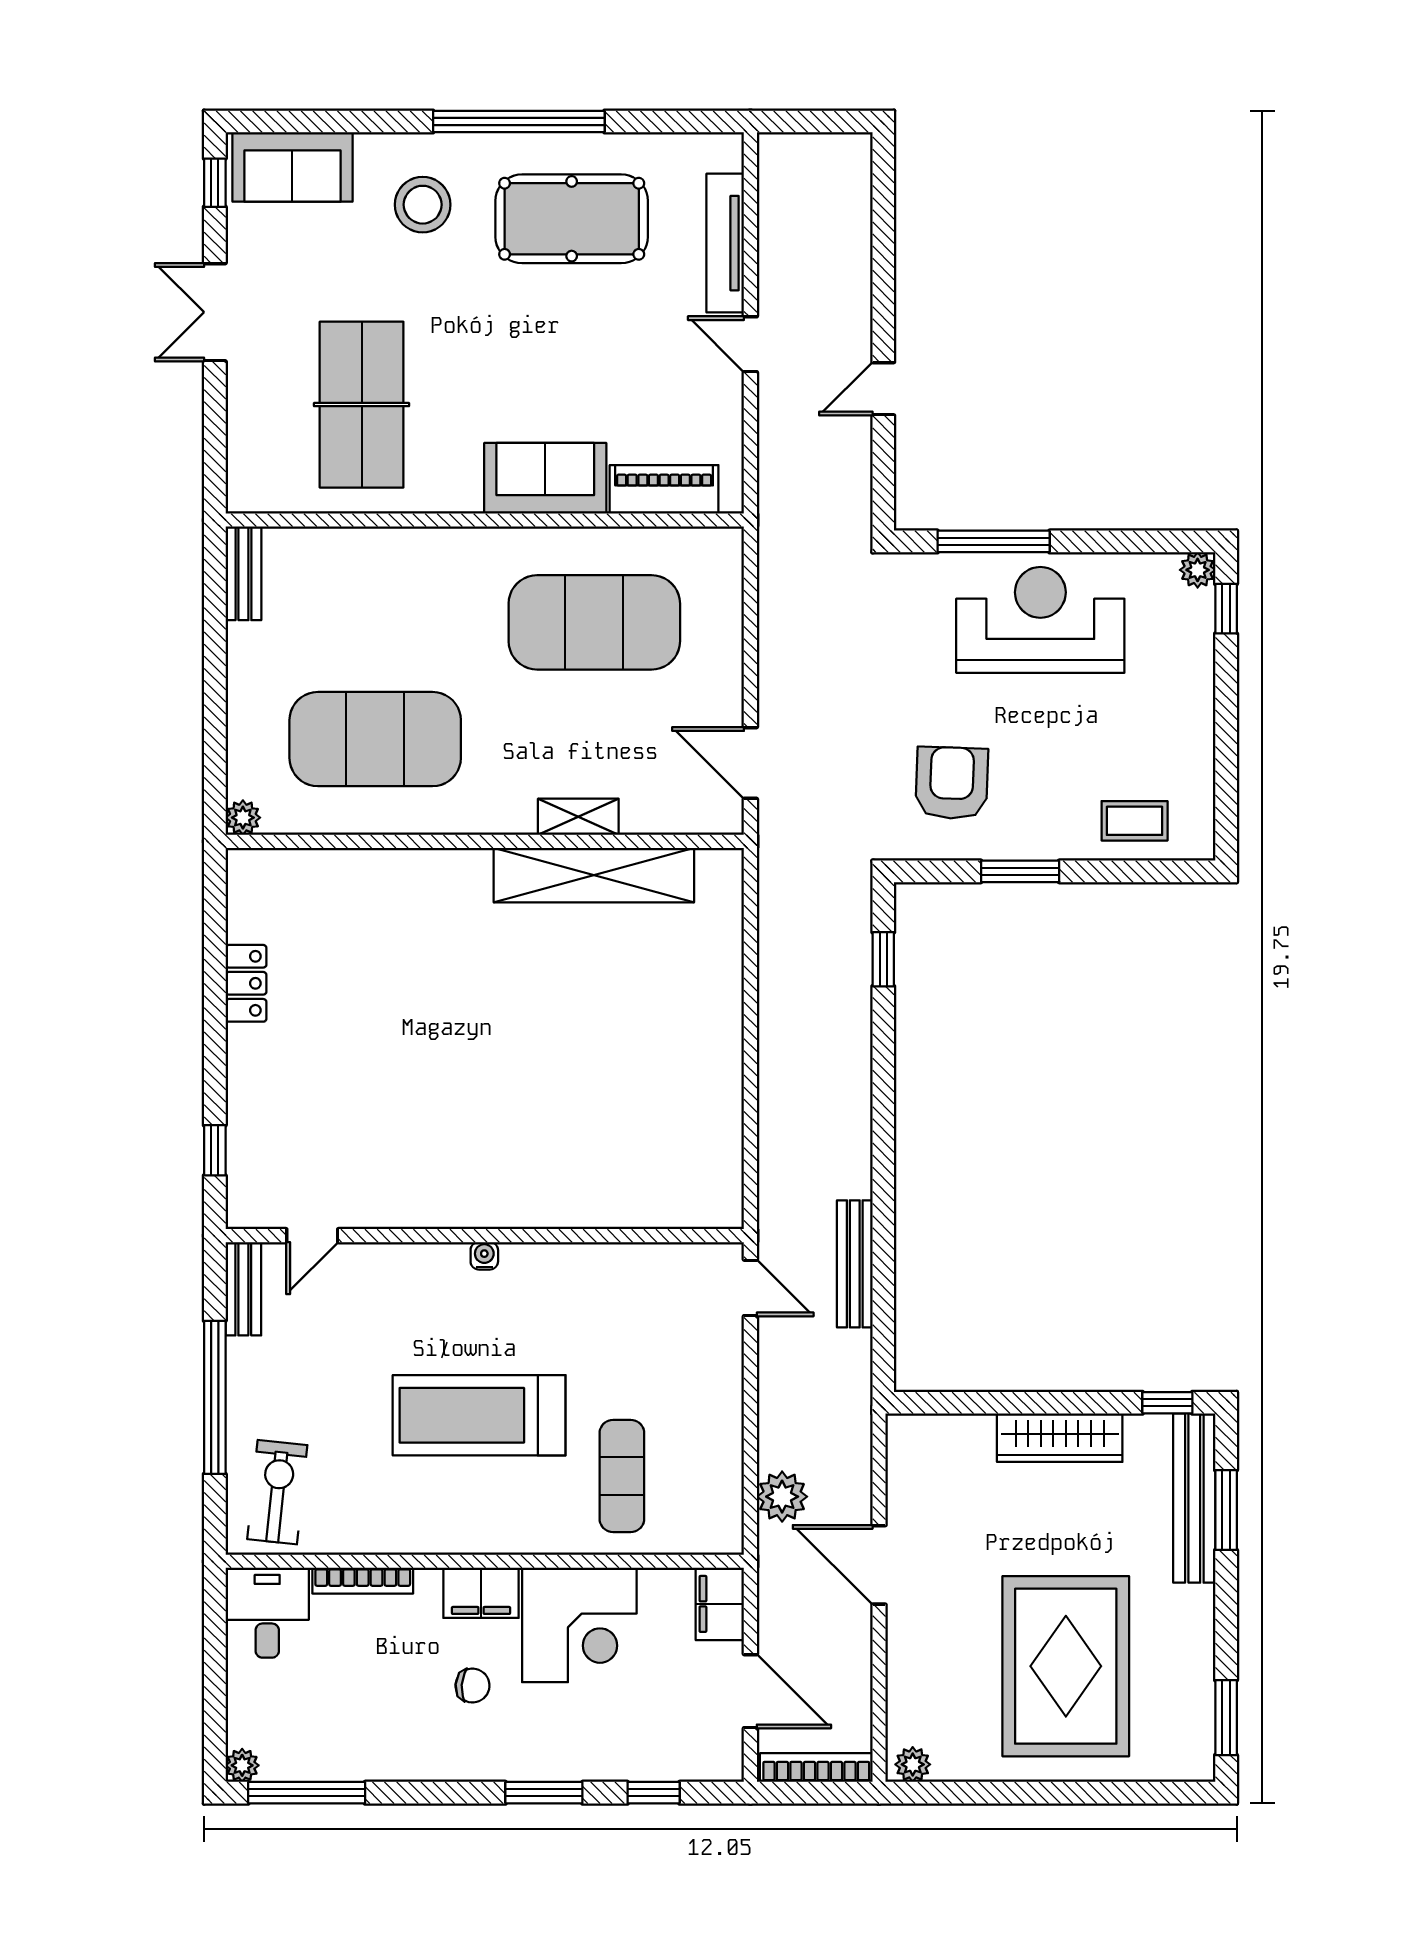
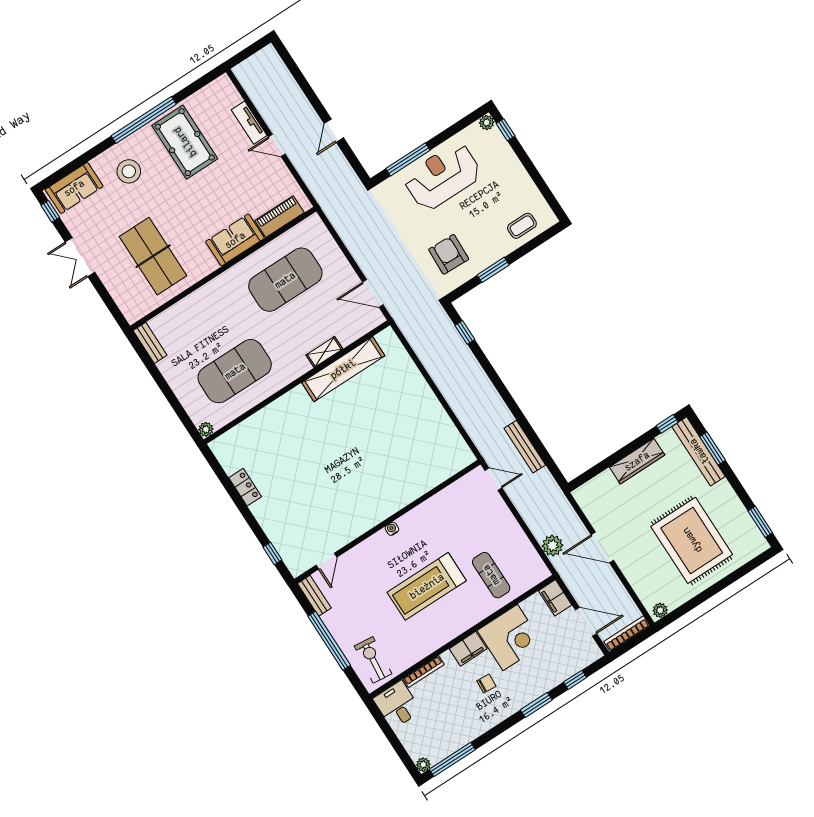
pool table: (572, 219) -> (185, 142), turned 90
tv unit: (725, 243) -> (249, 123), width x0.71

